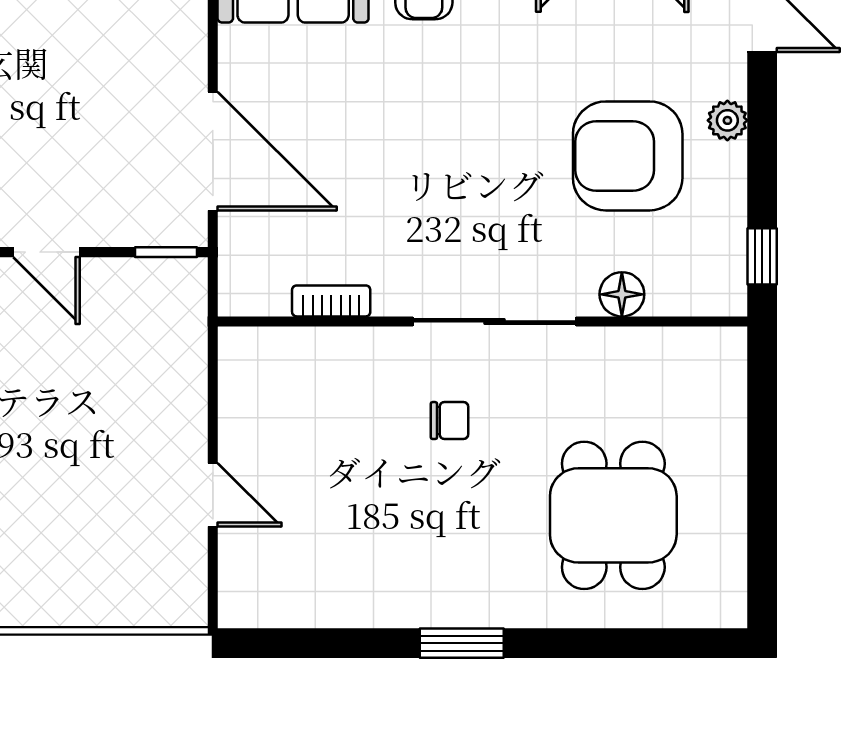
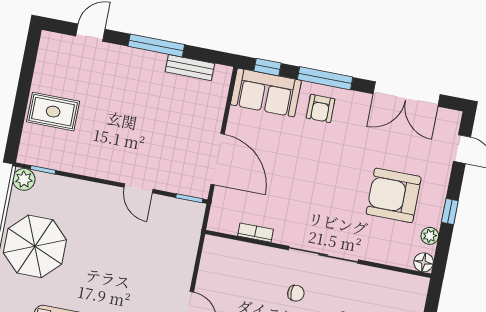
plant: (727, 120) -> (430, 236), moved
window: (762, 256) -> (450, 211), moved
floor lamp: (622, 294) -> (424, 262), moved

